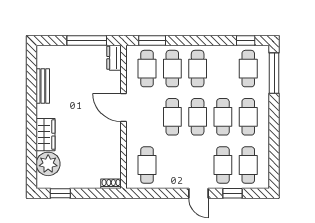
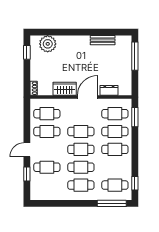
window: (87, 40) -> (135, 56), moved
dresser: (114, 58) -> (109, 90), moved
wardrobe: (46, 135) -> (65, 89), moved, turned 180
cafe table: (248, 165) -> (47, 132), moved

